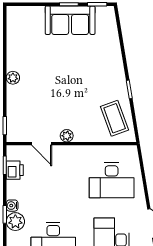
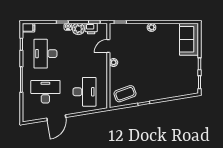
sofa: (70, 20) -> (189, 39), moved
desk: (112, 180) -> (84, 92), turned 180
plant: (15, 222) -> (78, 29), moved

